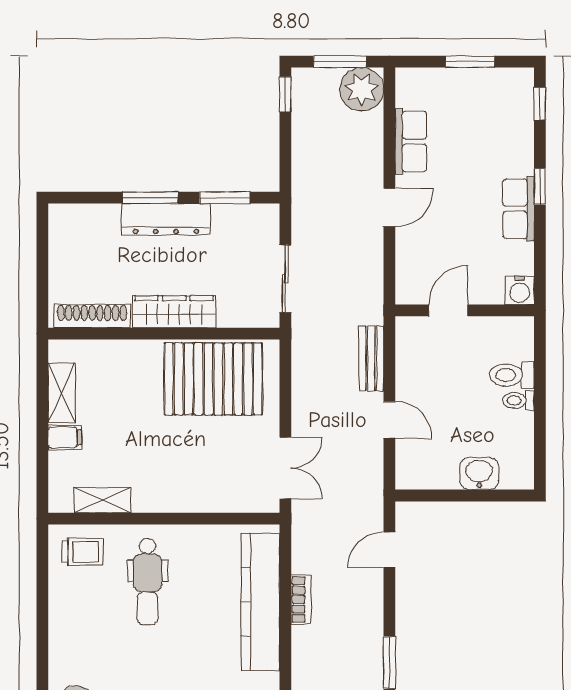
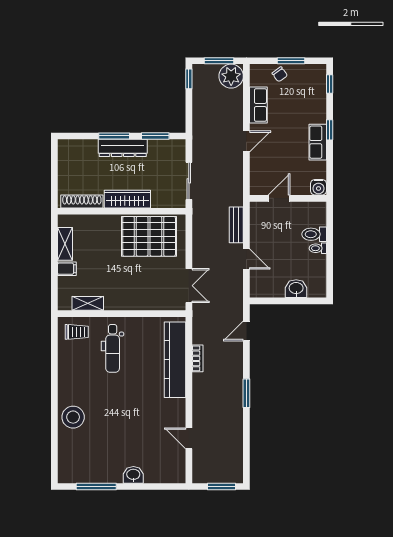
chair: (450, 86) -> (280, 74), added

